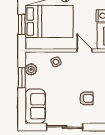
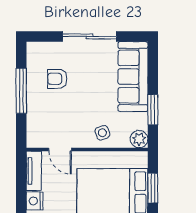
plant: (31, 69) -> (139, 139), moved
sofa: (35, 106) -> (133, 77), width x1.36

